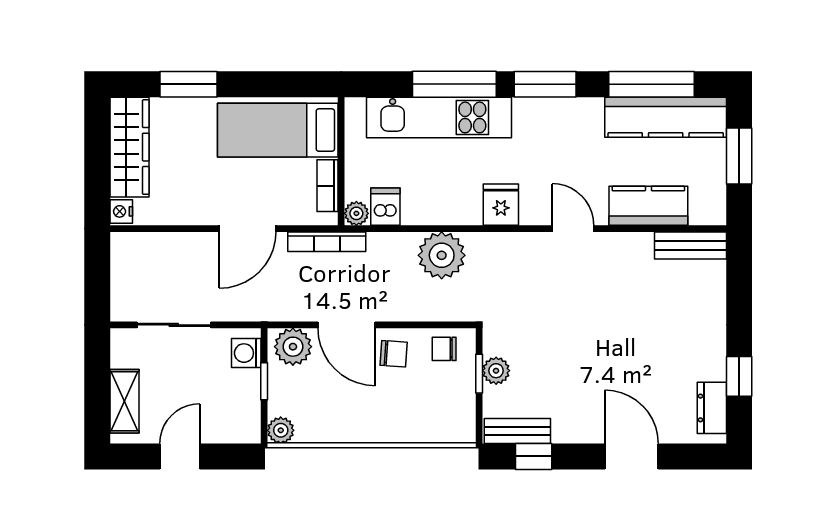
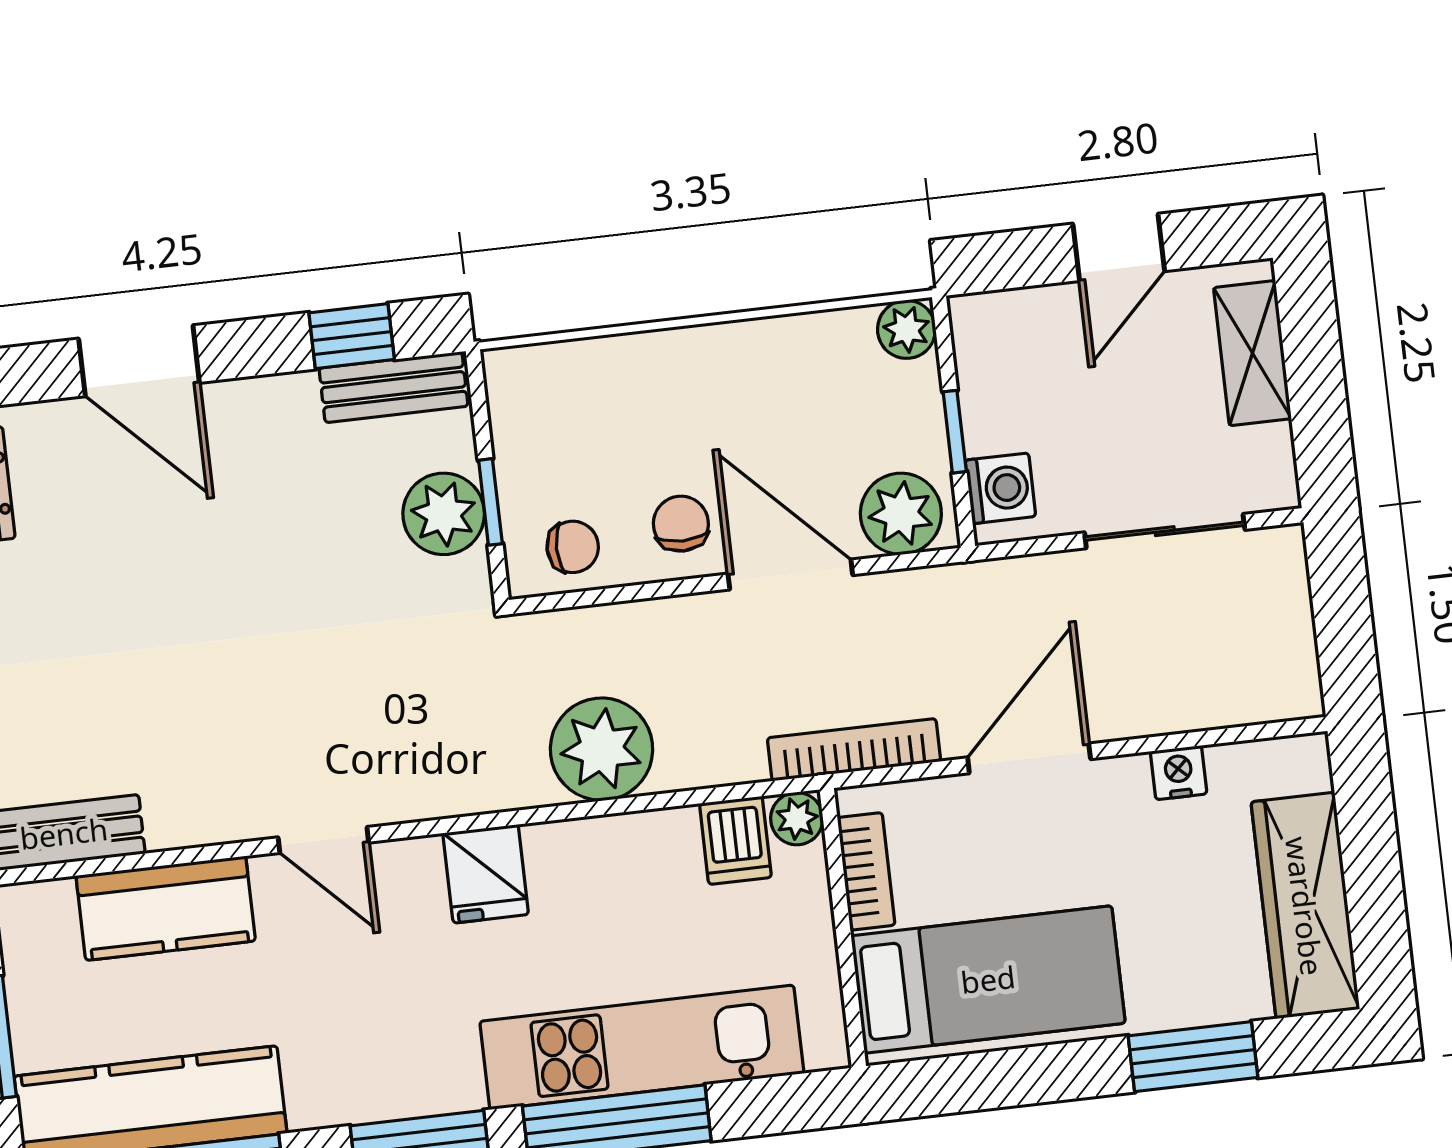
nightstand: (121, 211) -> (1179, 773), moved, turned -90
chair: (394, 354) -> (681, 524), turned 86
plant: (496, 371) -> (444, 514), width x1.38, depth x1.38

